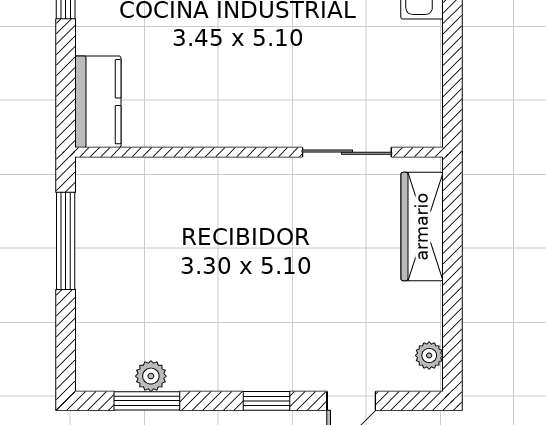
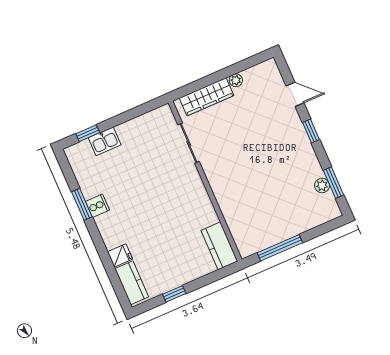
kitchen counter: (98, 102) -> (219, 246), moved, turned -90
plant: (429, 355) -> (236, 80), moved

